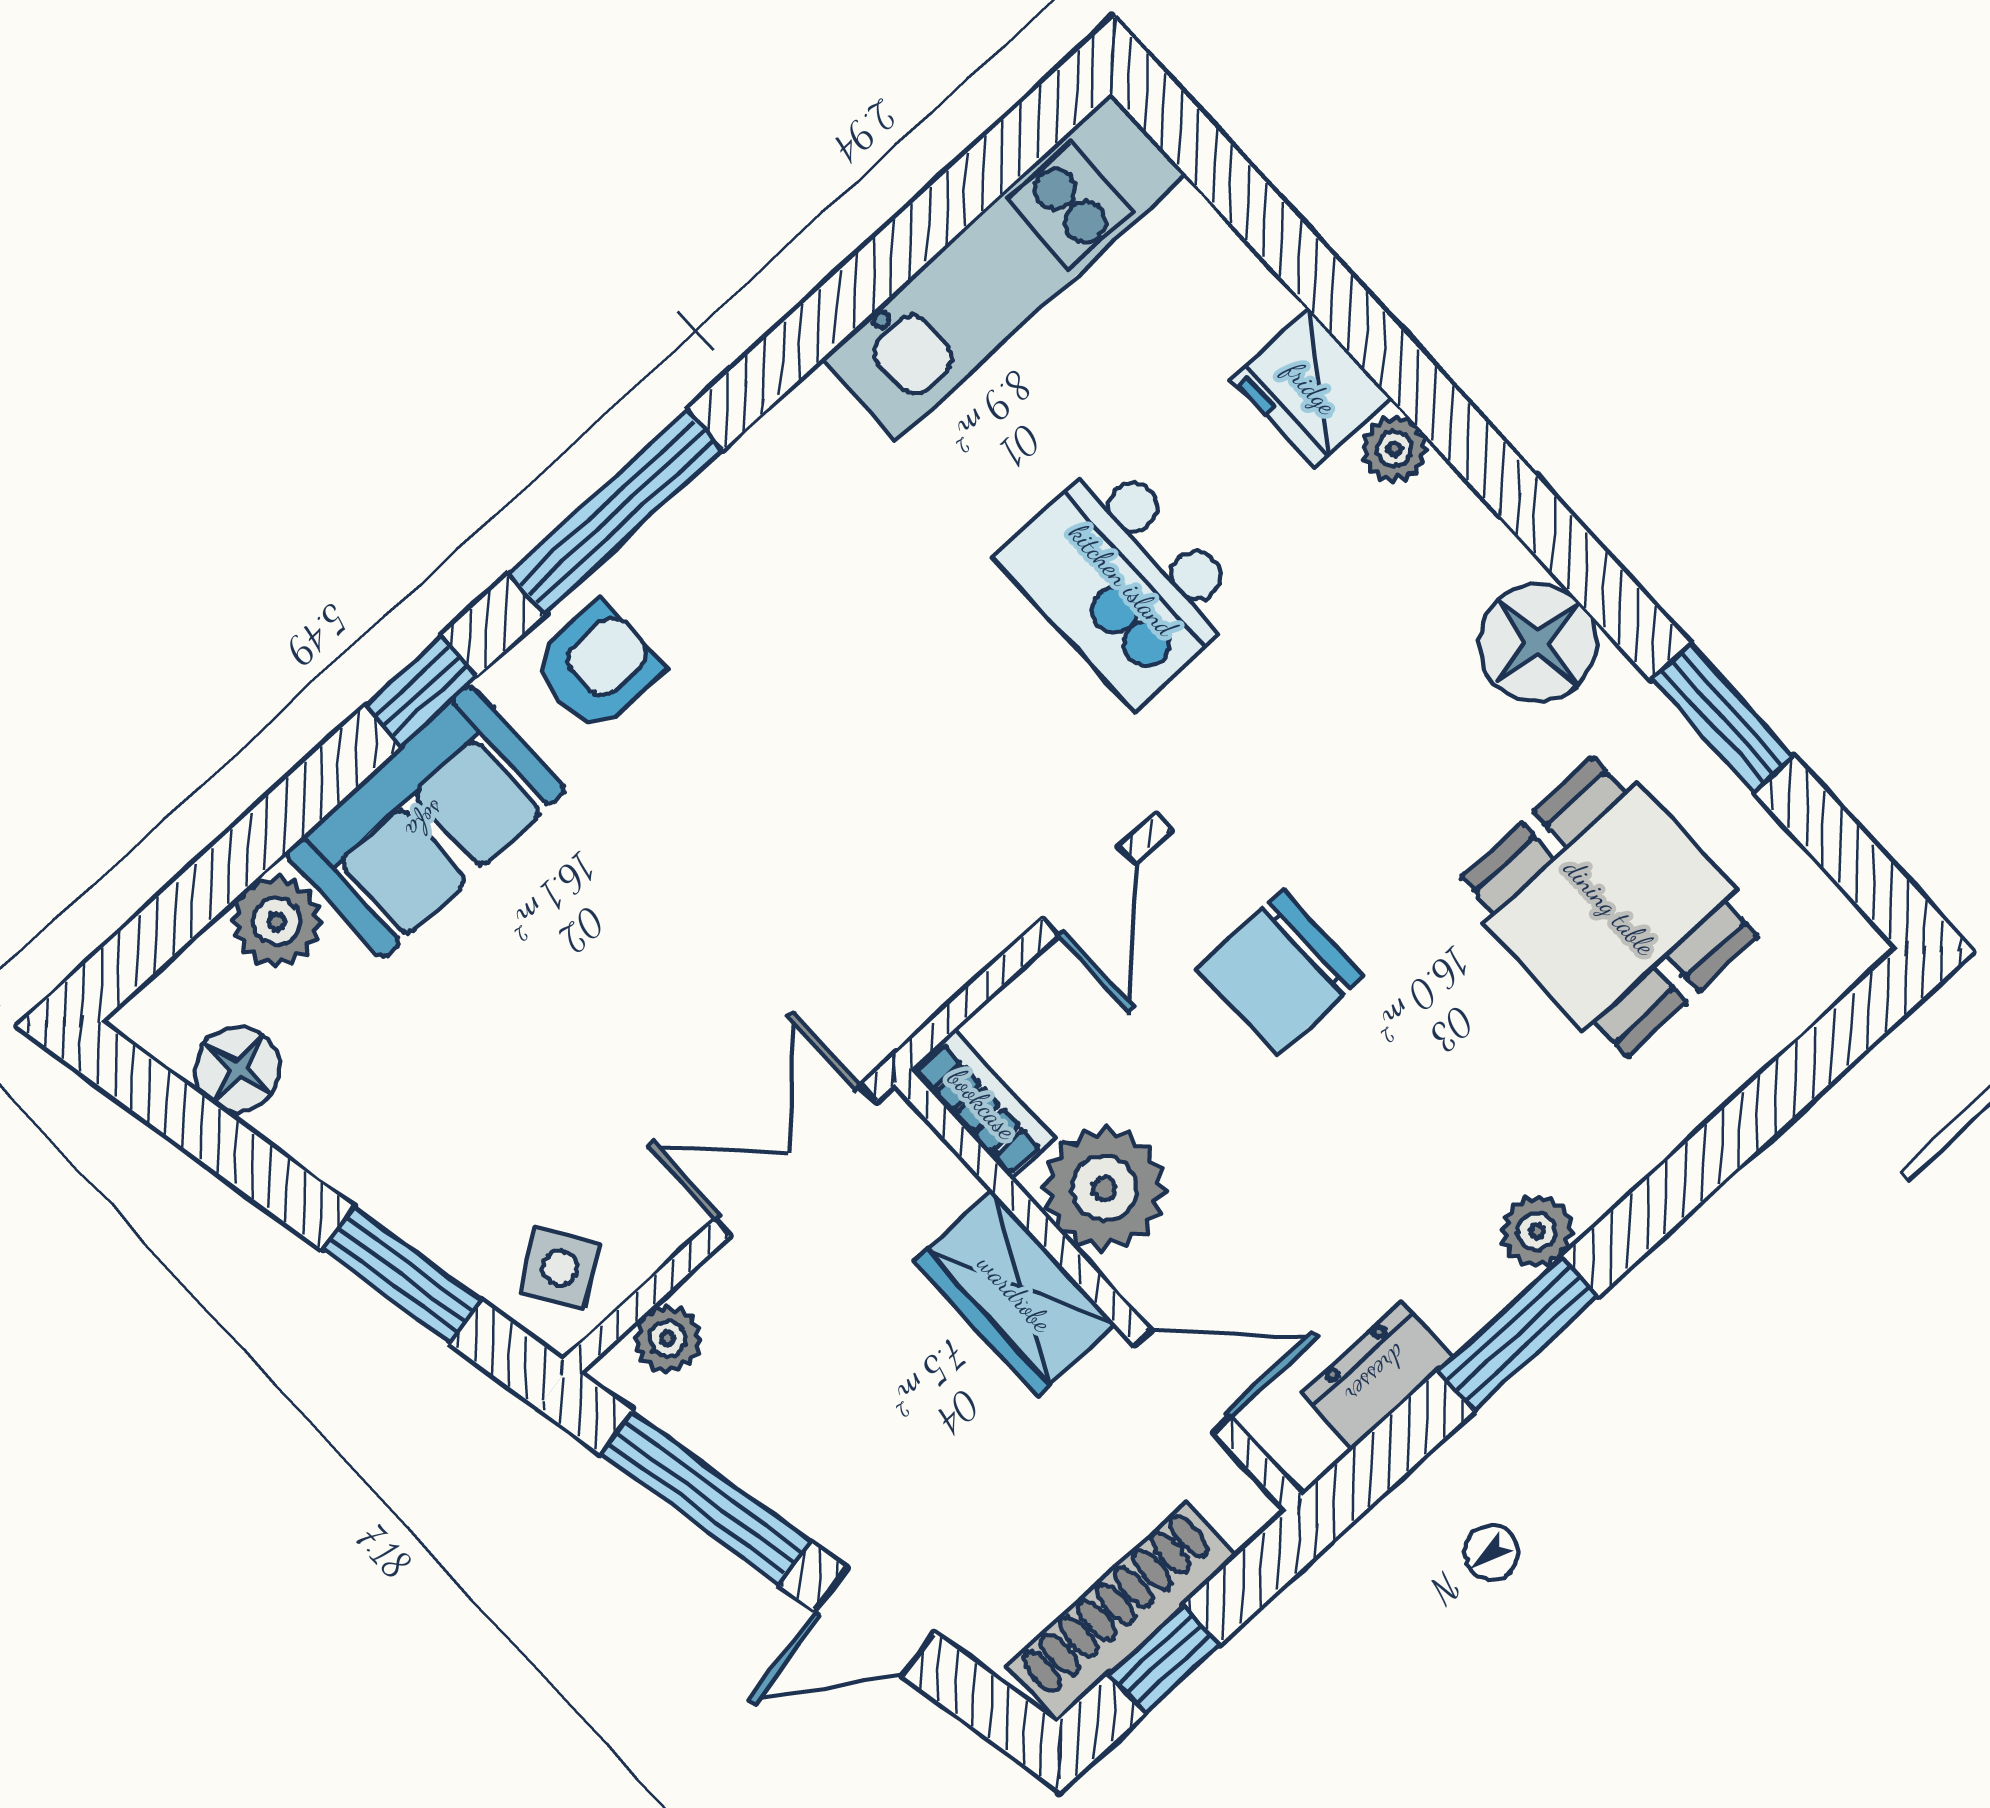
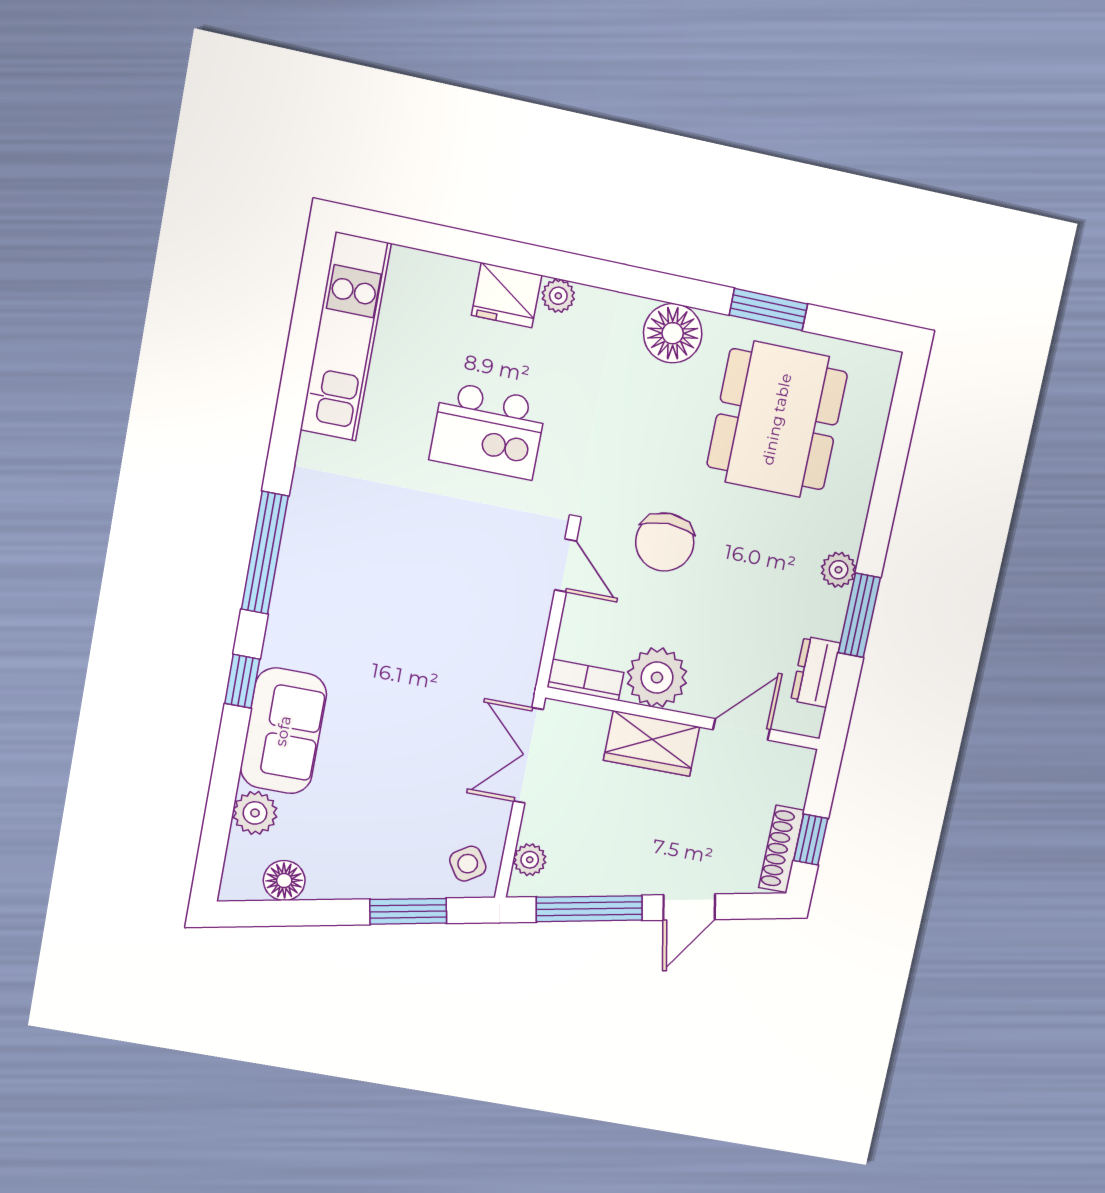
armchair: (597, 666) -> (304, 620), removed
dining table: (1610, 907) -> (777, 419), width x1.38
shoe rack: (1122, 1611) -> (781, 849), width x0.74, depth x0.81

